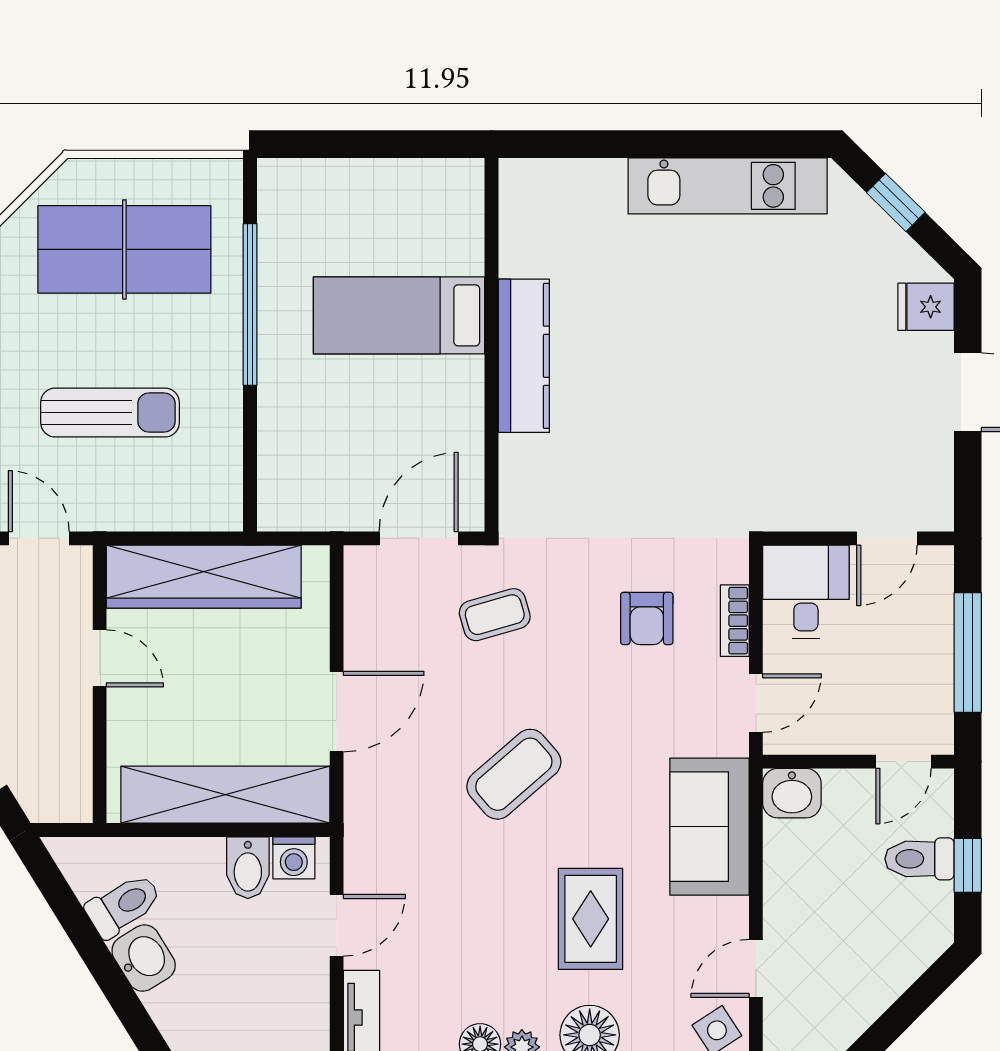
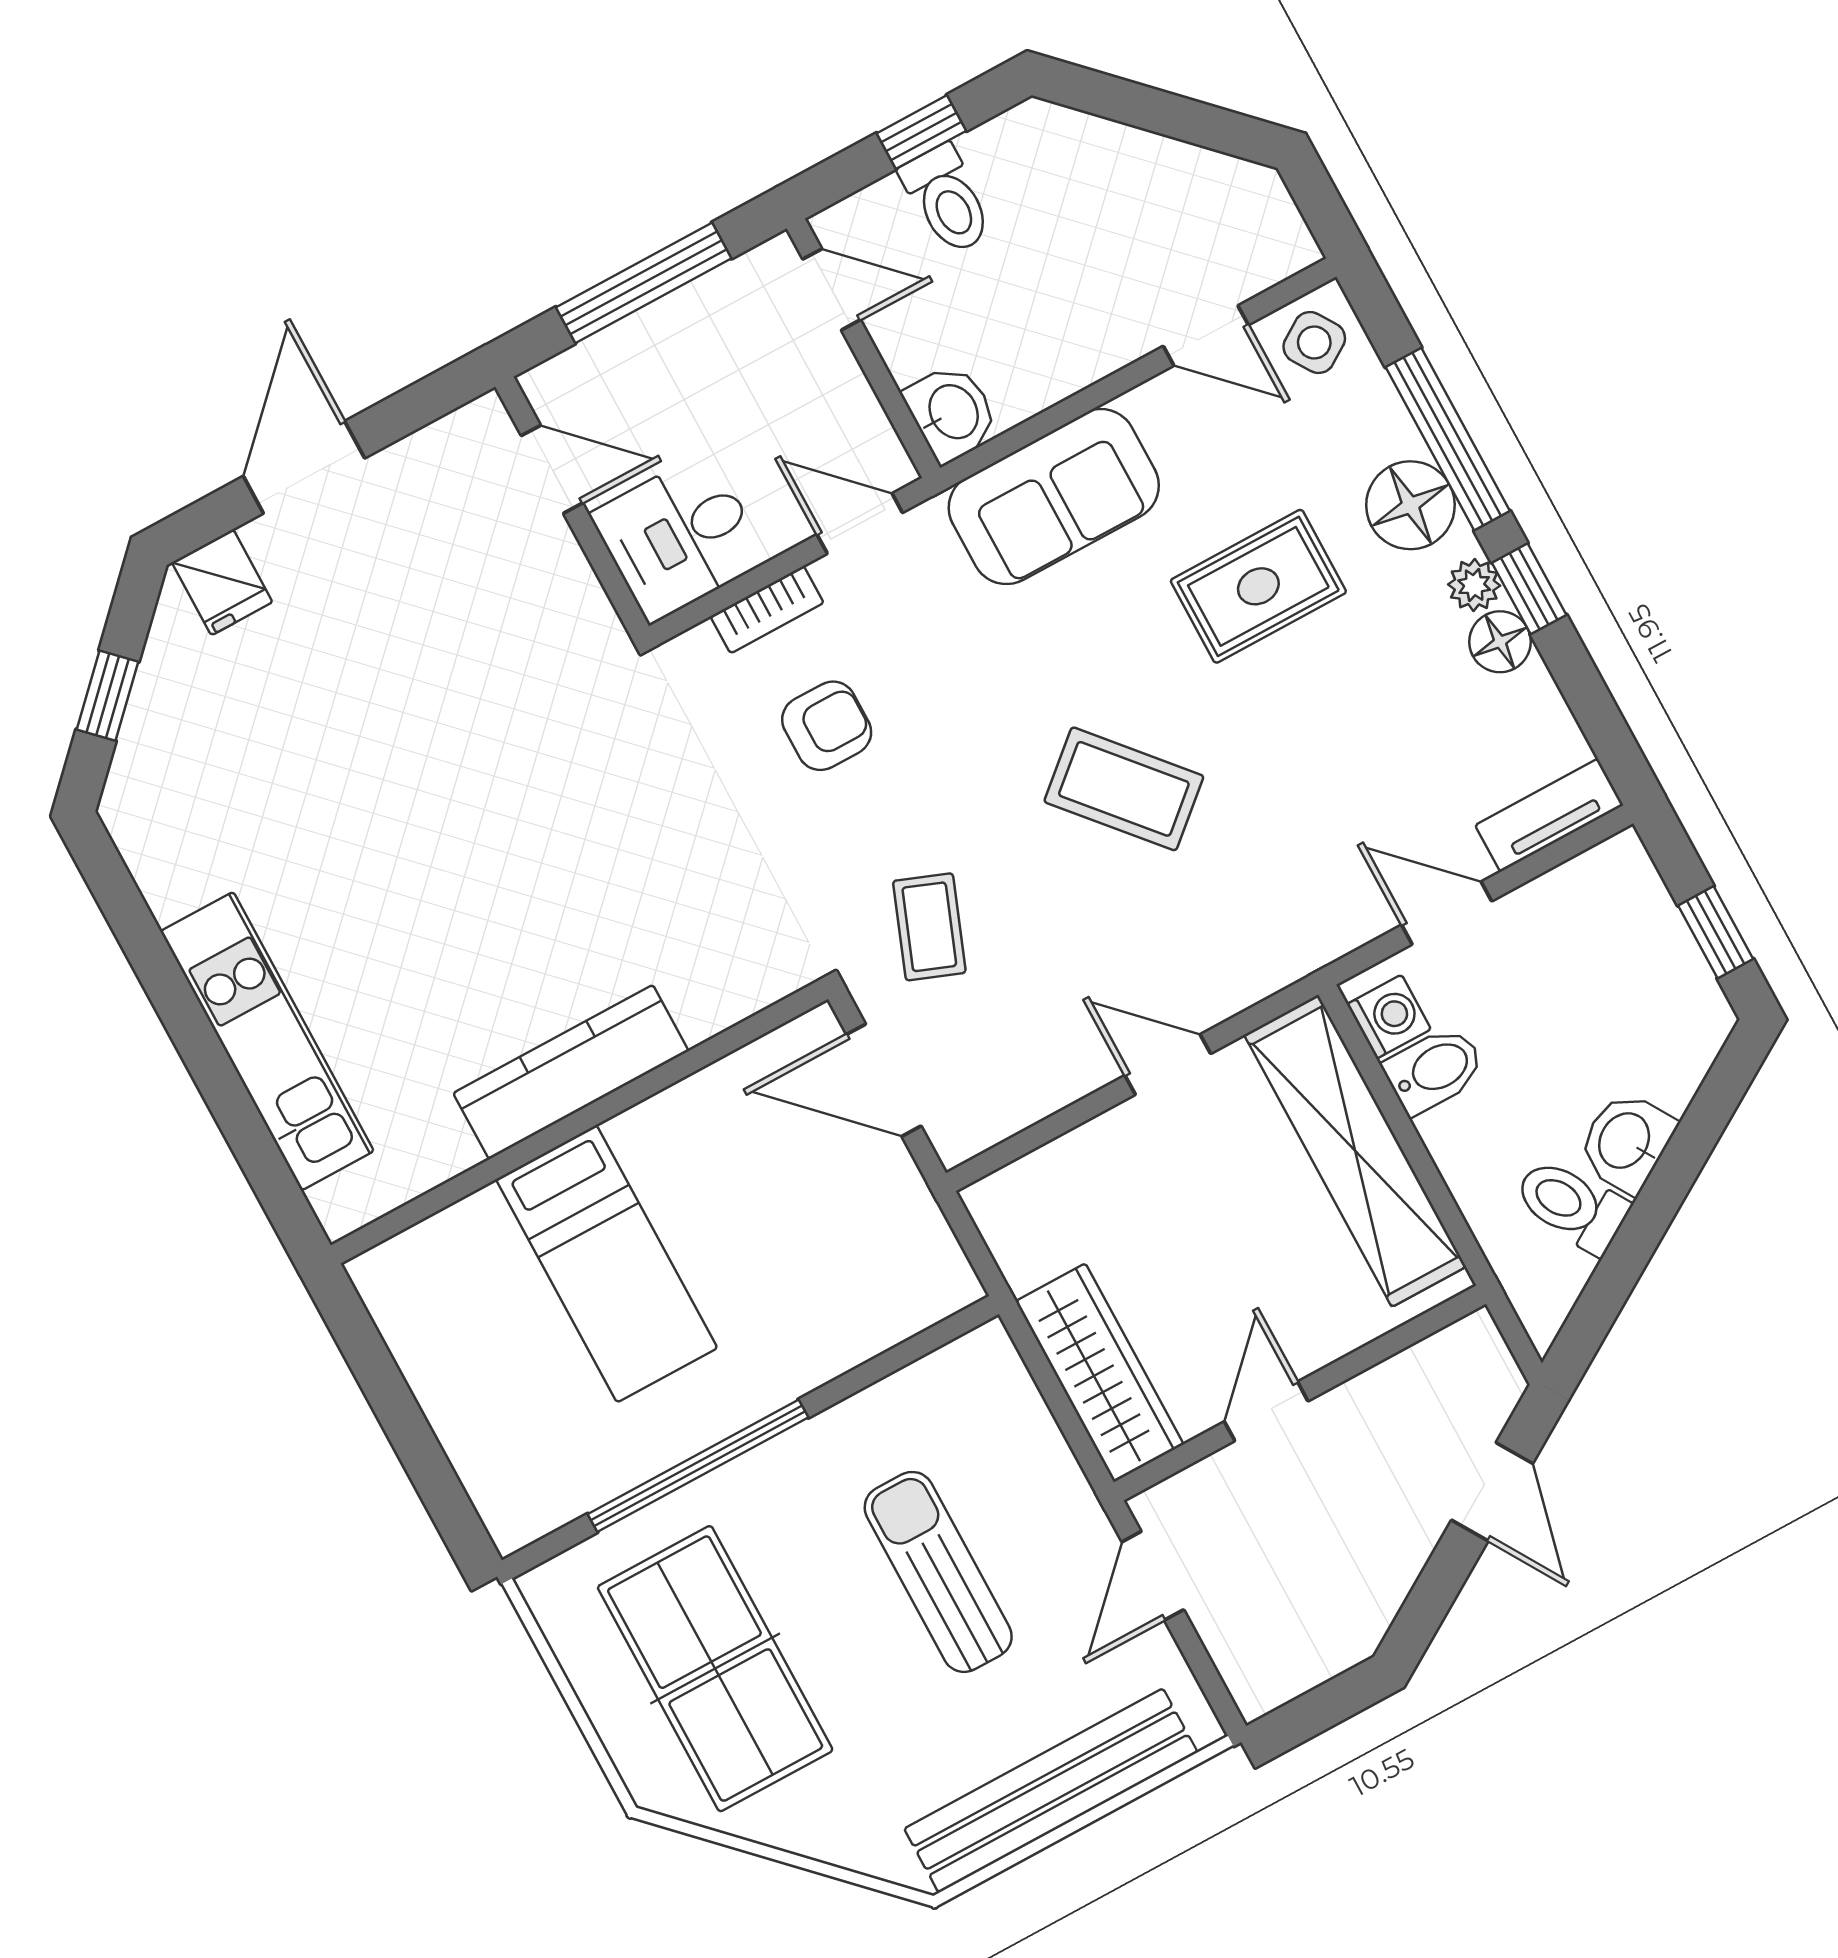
kitchen unit: (728, 186) -> (267, 1041), moved
wardrobe: (204, 577) -> (1100, 1373), width x0.71, depth x0.85
coffee table: (495, 615) -> (929, 927), turned 37
door: (337, 712) -> (1168, 1064), width x0.73

